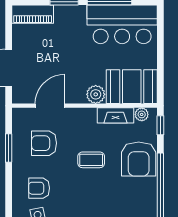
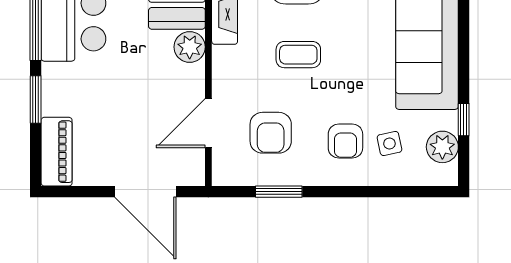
door: (50, 106) -> (208, 123), hinge flipped
coffee table: (91, 160) -> (298, 55), turned 90

